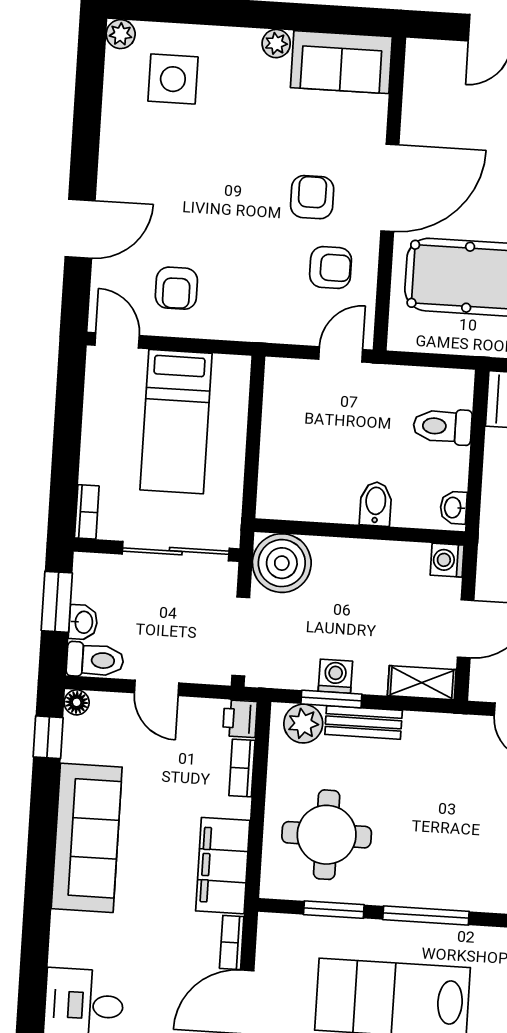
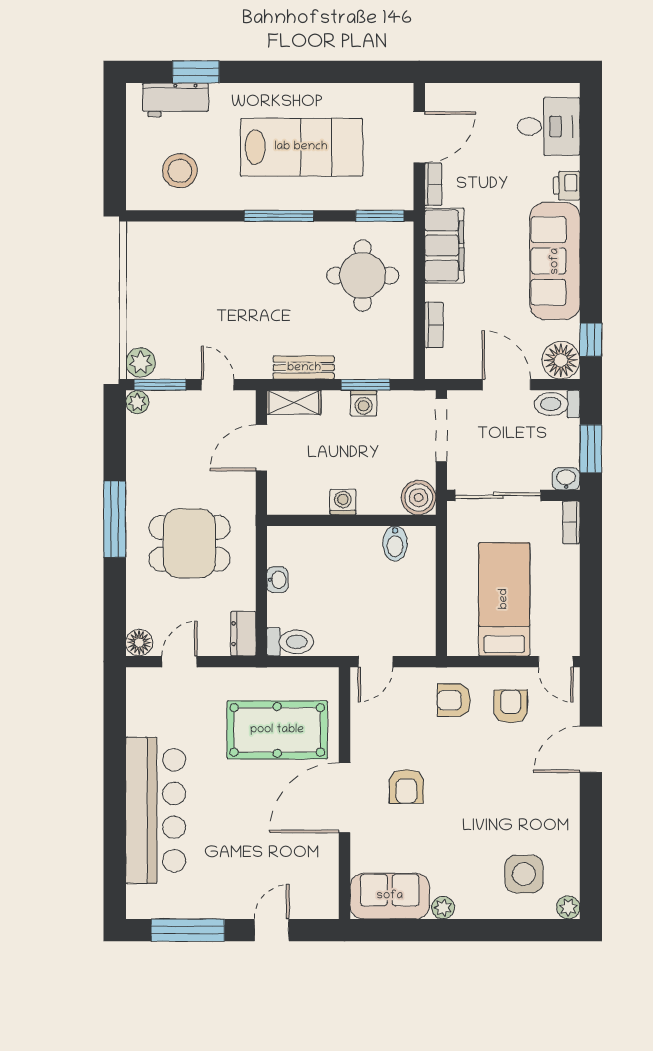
armchair: (331, 268) -> (454, 700), moved
toilet: (442, 426) -> (290, 642), moved
bidet: (376, 504) -> (395, 543), moved
washbasin: (453, 508) -> (277, 580), moved
washing machine: (447, 560) -> (343, 502), moved, turned -90
boiler: (282, 563) -> (419, 498), width x0.73, depth x0.73
washbasin: (83, 622) -> (566, 479), moved, turned 90
door: (157, 688) -> (506, 385), width x1.38
floor lamp: (77, 702) -> (561, 360), width x1.89, depth x1.89
printer: (240, 719) -> (567, 186), moved, turned 180
bench: (364, 722) -> (304, 368), moved
plant: (303, 724) -> (387, 364), removed
window: (334, 910) -> (380, 216), moved

